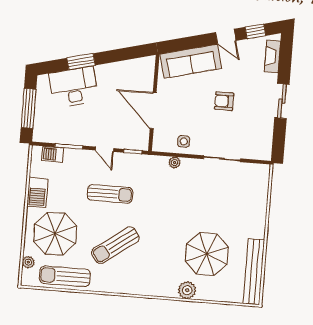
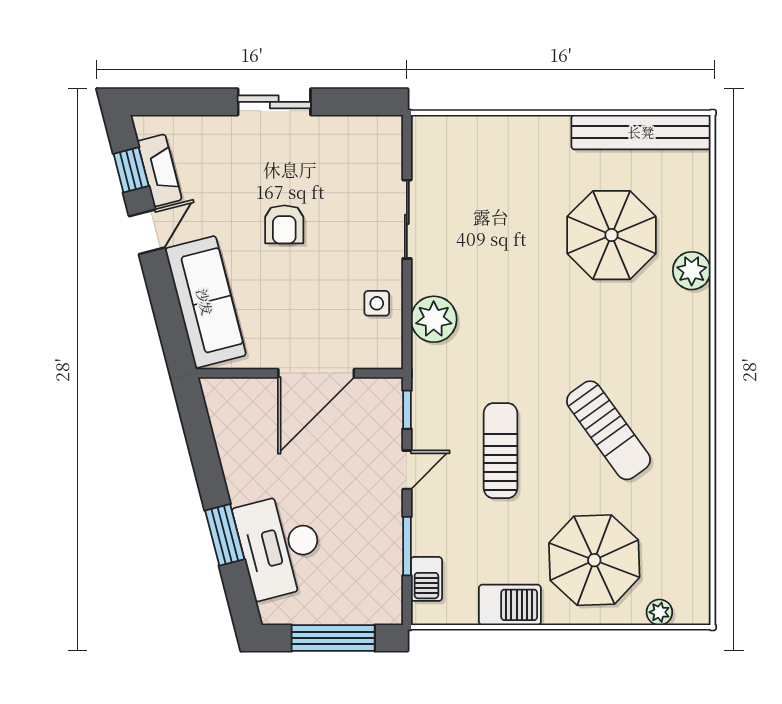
fireplace: (273, 56) -> (160, 170), moved, turned -104
plant: (174, 163) -> (434, 319), width x1.88, depth x1.88
sun lounger: (65, 276) -> (683, 532), removed

